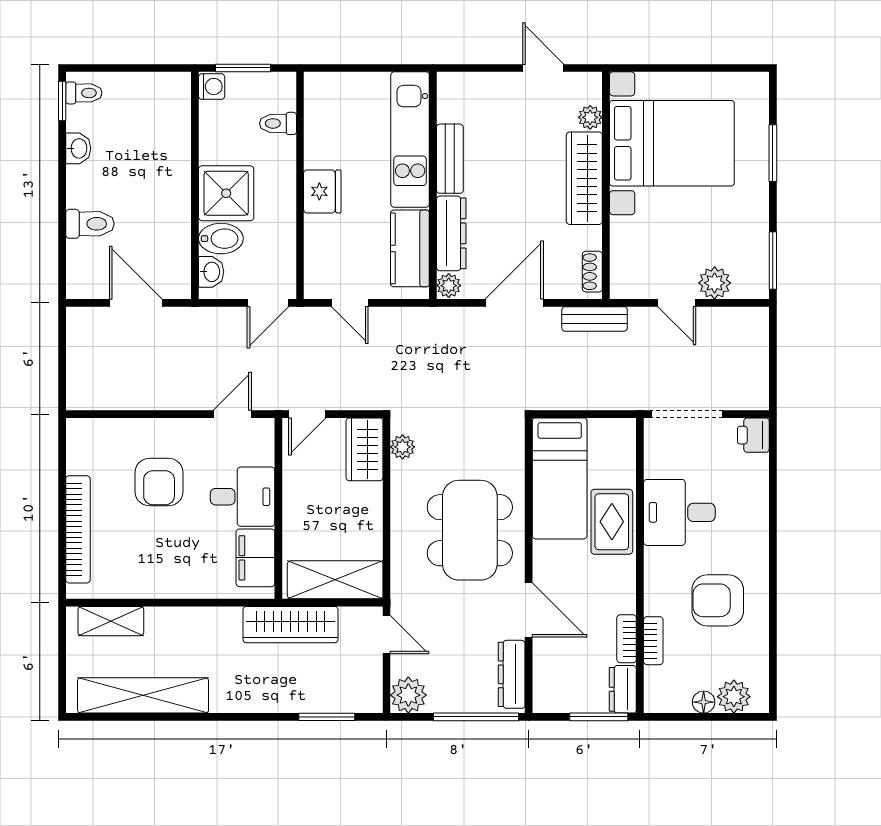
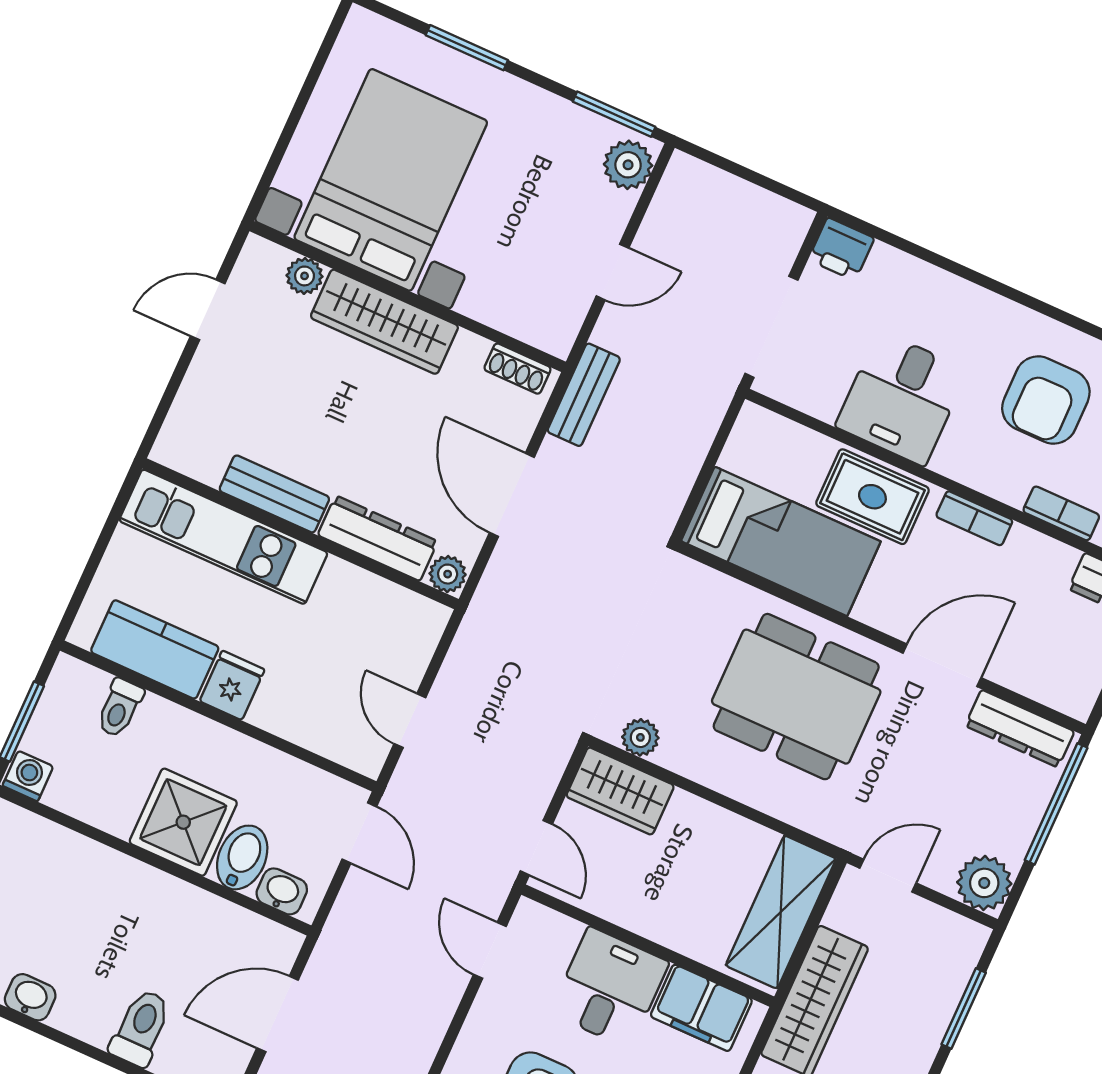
fridge: (322, 191) -> (232, 685), width x0.72
kitchen counter: (410, 248) -> (155, 649), moved, turned 180
plant: (715, 283) -> (628, 165), moved
door: (350, 303) -> (410, 721), swing flipped
bookcase: (627, 639) -> (974, 518), moved

